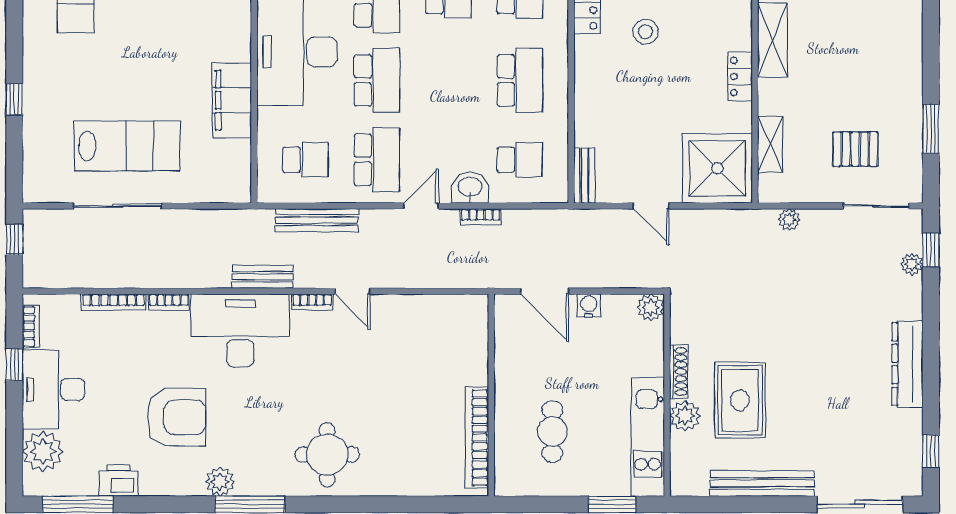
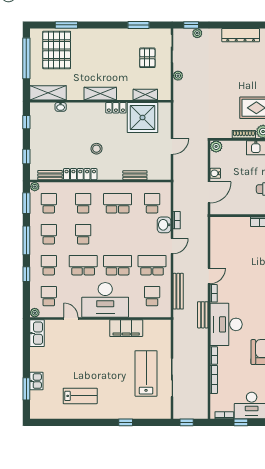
shower: (717, 168) -> (143, 118), moved
bench: (584, 176) -> (135, 175), moved
door: (421, 206) -> (172, 246), swing flipped
plant: (789, 220) -> (178, 76), moved

